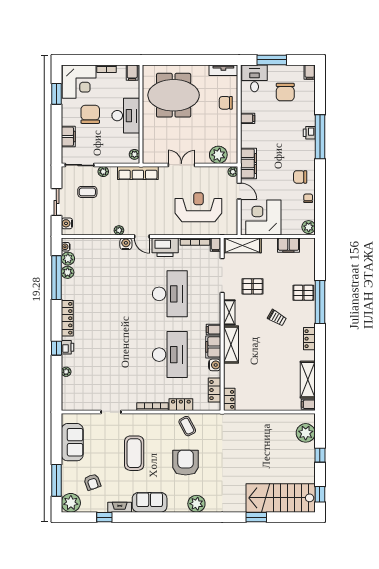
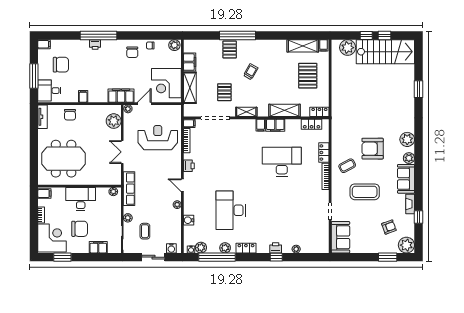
meeting table: (174, 95) -> (64, 159), turned 90
chair: (90, 114) -> (80, 229), turned 180
reception desk: (198, 207) -> (158, 138), turned 90
door: (142, 236) -> (182, 185), swing flipped
water cooler: (126, 244) -> (189, 220), moved
shelving: (242, 245) -> (190, 88), moved
printer: (165, 247) -> (189, 166), width x0.53, depth x0.68
plant: (68, 272) -> (225, 248), moved
desk: (170, 294) -> (231, 210), moved, turned -90
locker: (67, 318) -> (246, 248), width x0.66
locker: (309, 339) -> (268, 44), removed
shelving: (231, 345) -> (285, 110), moved
water cooler: (215, 365) -> (290, 124), removed
pallet: (272, 385) -> (308, 76), added
coffee table: (187, 426) -> (347, 166), moved
sofa: (72, 442) -> (340, 237), moved, turned 90
window: (56, 480) -> (388, 257), width x0.69
window: (320, 494) -> (385, 36), moved
stairs: (281, 498) -> (385, 52), moved, turned -90
plant: (174, 506) -> (409, 158), added

